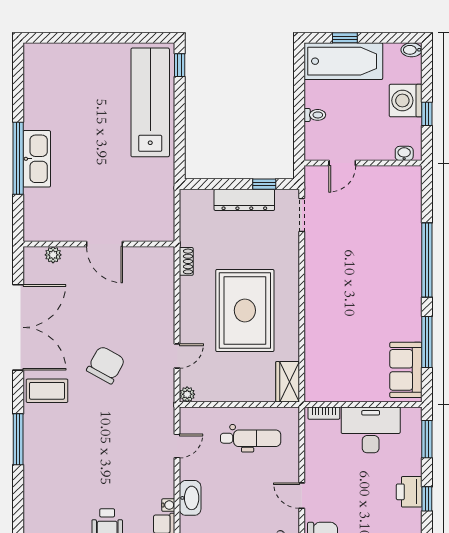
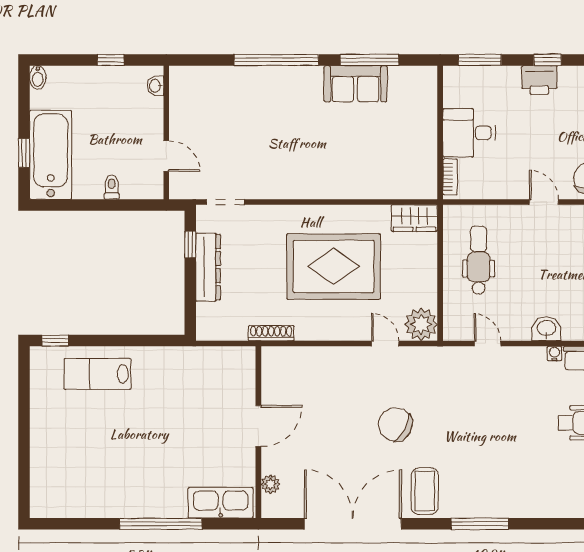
washing machine: (406, 101) -> (95, 84), removed
lab bench: (150, 102) -> (98, 374), width x0.54, depth x0.72
kitchen sink: (37, 159) -> (221, 503), moved
shoe rack: (186, 261) -> (271, 333), width x1.43
sofa: (406, 370) -> (356, 84), moved
plant: (187, 394) -> (421, 324), width x1.87, depth x1.87
desk: (371, 430) -> (469, 133), width x0.73
door: (302, 496) -> (544, 202), swing flipped
washbasin: (190, 498) -> (546, 329), width x0.72

